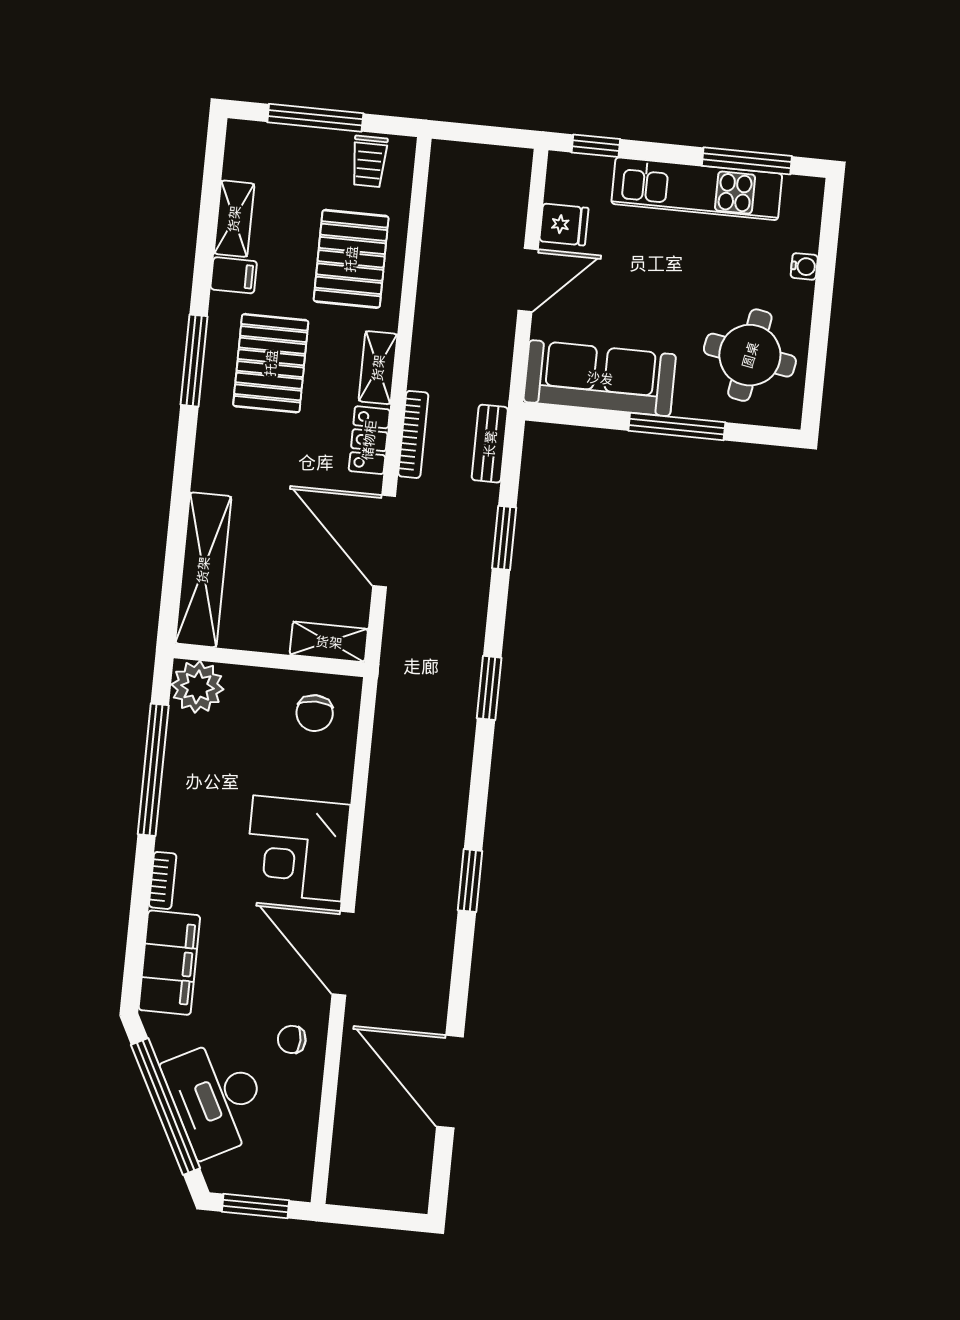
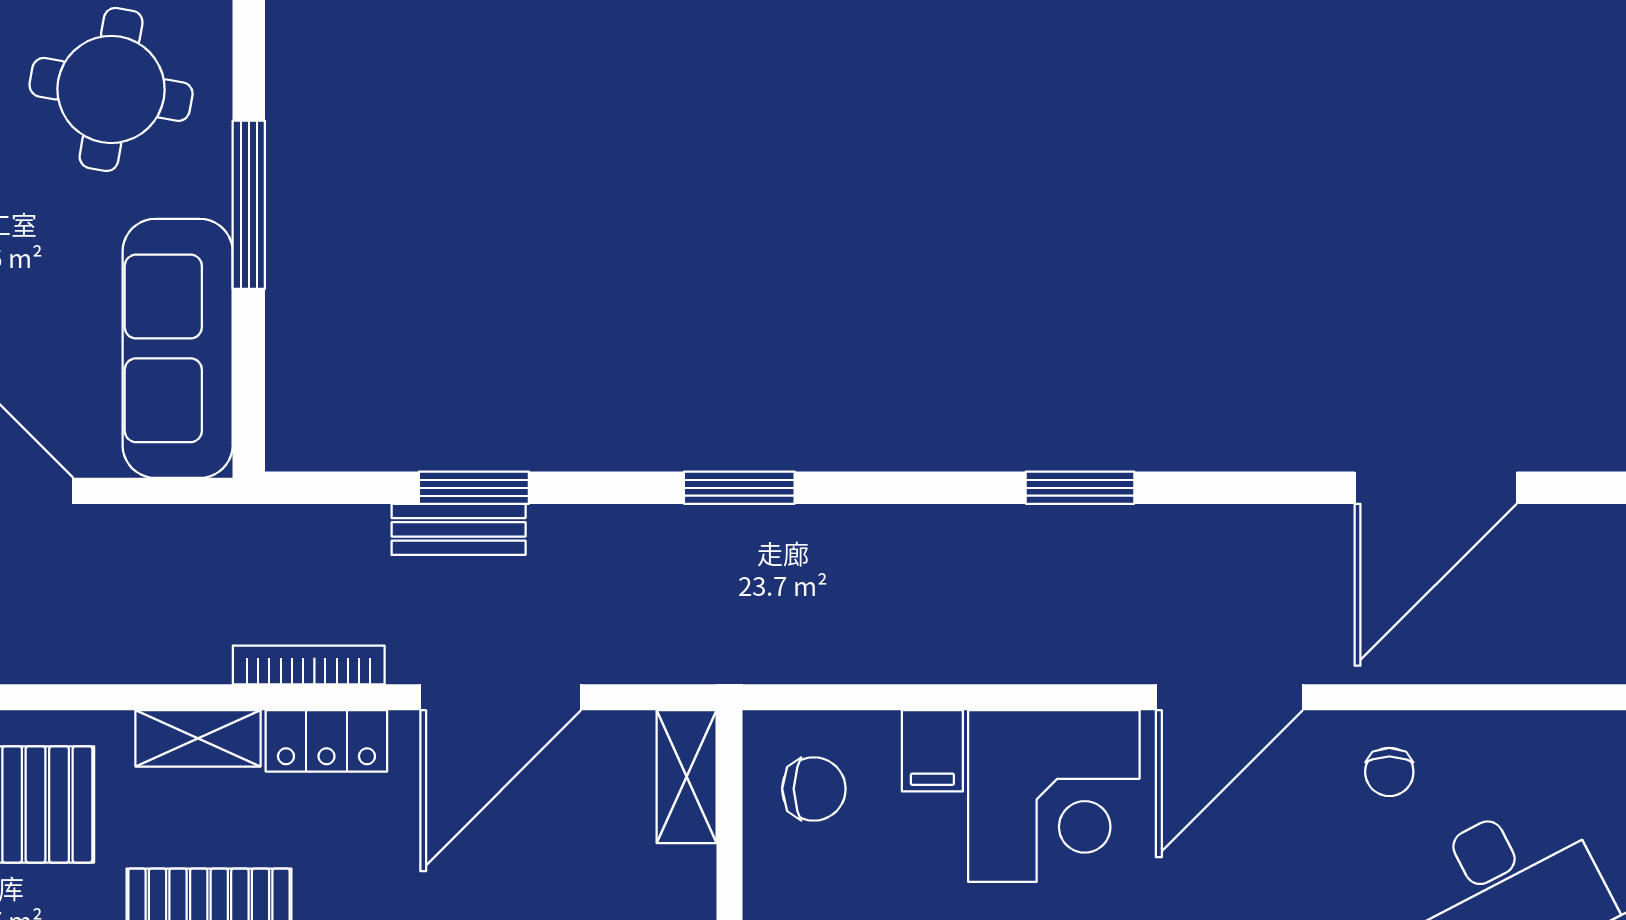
bench: (490, 444) -> (459, 529), moved
filing cabinet: (330, 782) -> (932, 751), added

